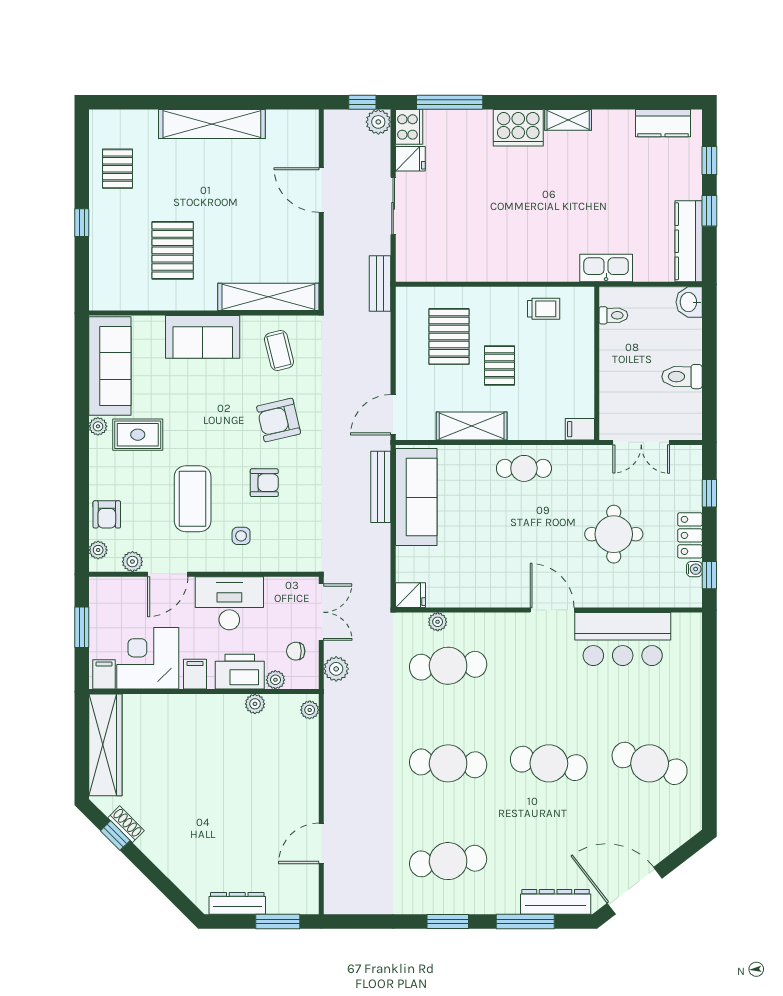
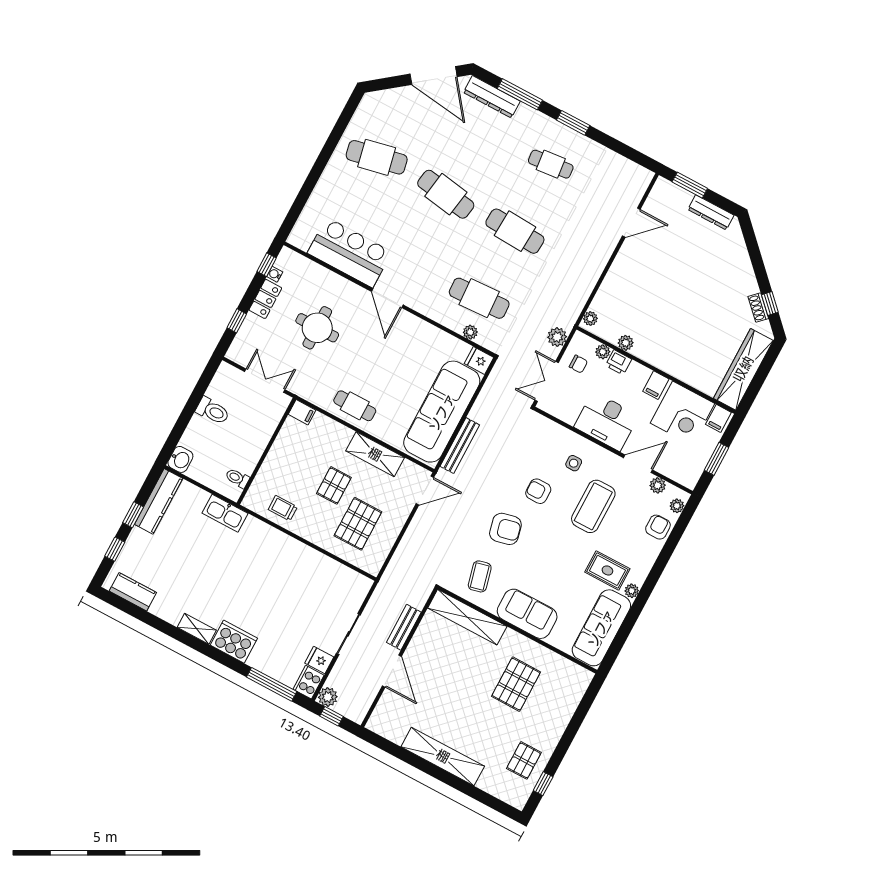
window: (82, 223) -> (543, 784), moved
bench: (380, 284) -> (404, 627), moved
sofa: (416, 497) -> (442, 412), width x1.36, depth x1.27
printer: (240, 672) -> (619, 362), width x0.53, depth x0.68
cafe table: (650, 763) -> (377, 157), turned -30
cafe table: (448, 861) -> (551, 164), width x0.73, depth x0.74

